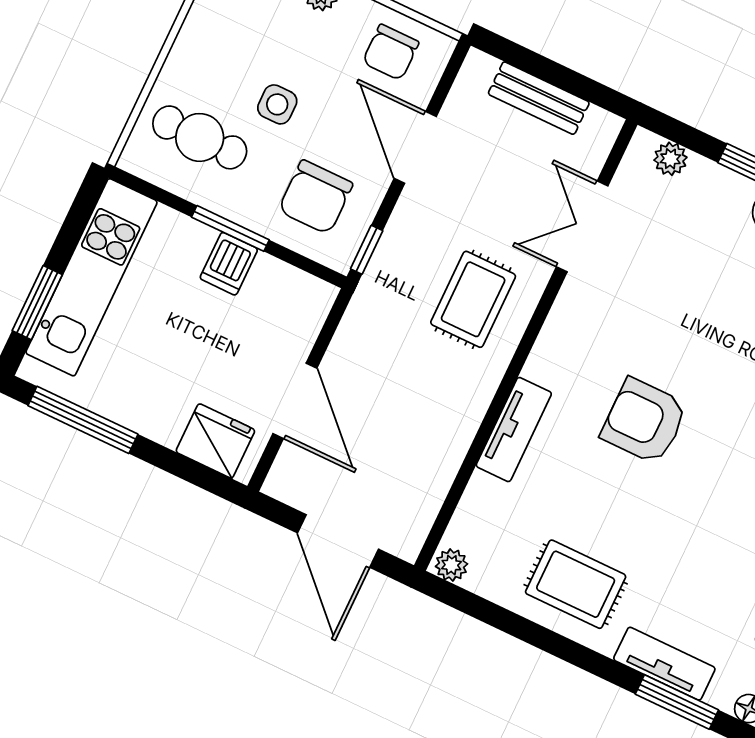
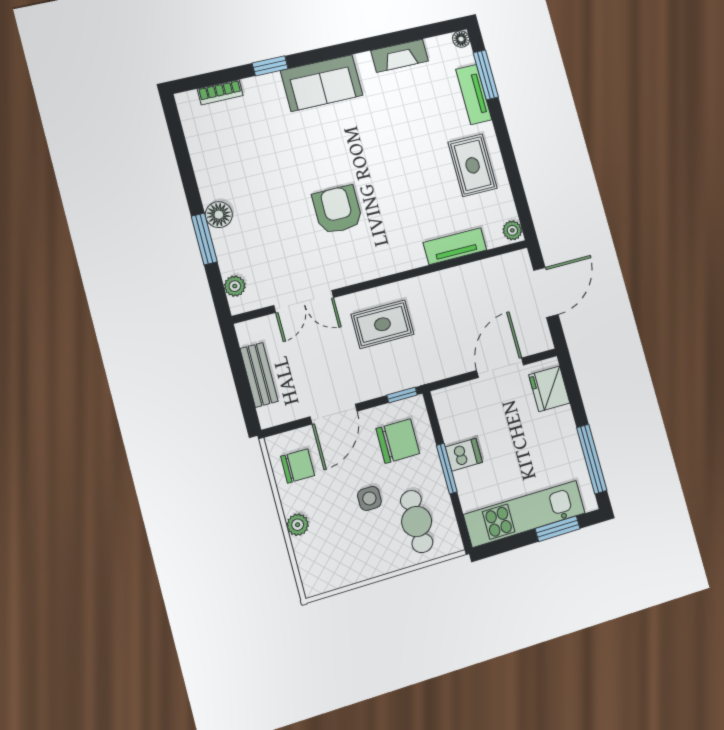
armchair: (644, 421) -> (337, 210), moved, turned 180
tv unit: (514, 430) -> (455, 246), moved

